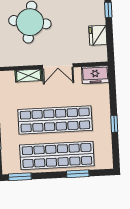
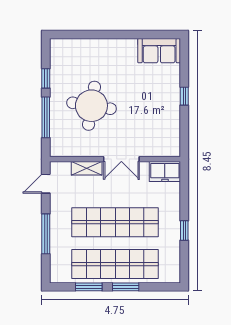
fridge: (98, 35) -> (171, 125), removed
window: (78, 174) -> (126, 287), moved
window: (20, 177) -> (89, 287), moved

